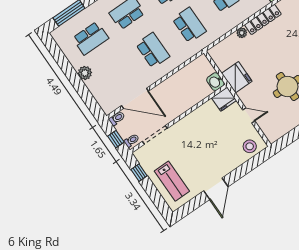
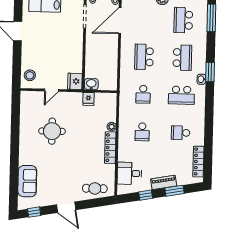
school desk: (189, 25) -> (143, 94), width x0.54
school desk: (153, 50) -> (144, 57), turned 90
fridge: (237, 77) -> (88, 99), width x0.53, depth x0.75

